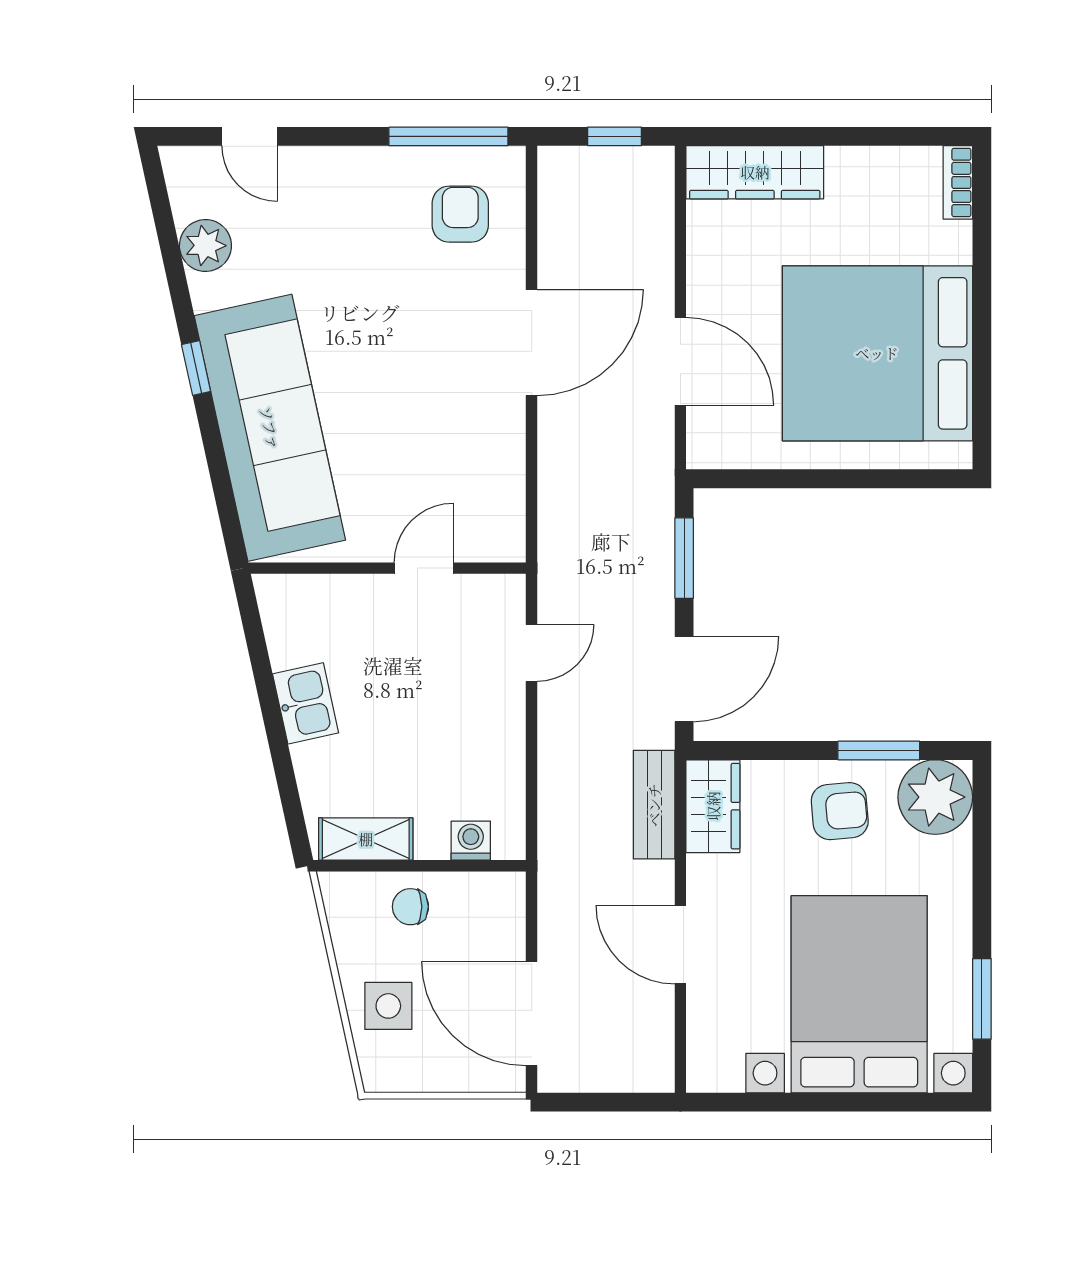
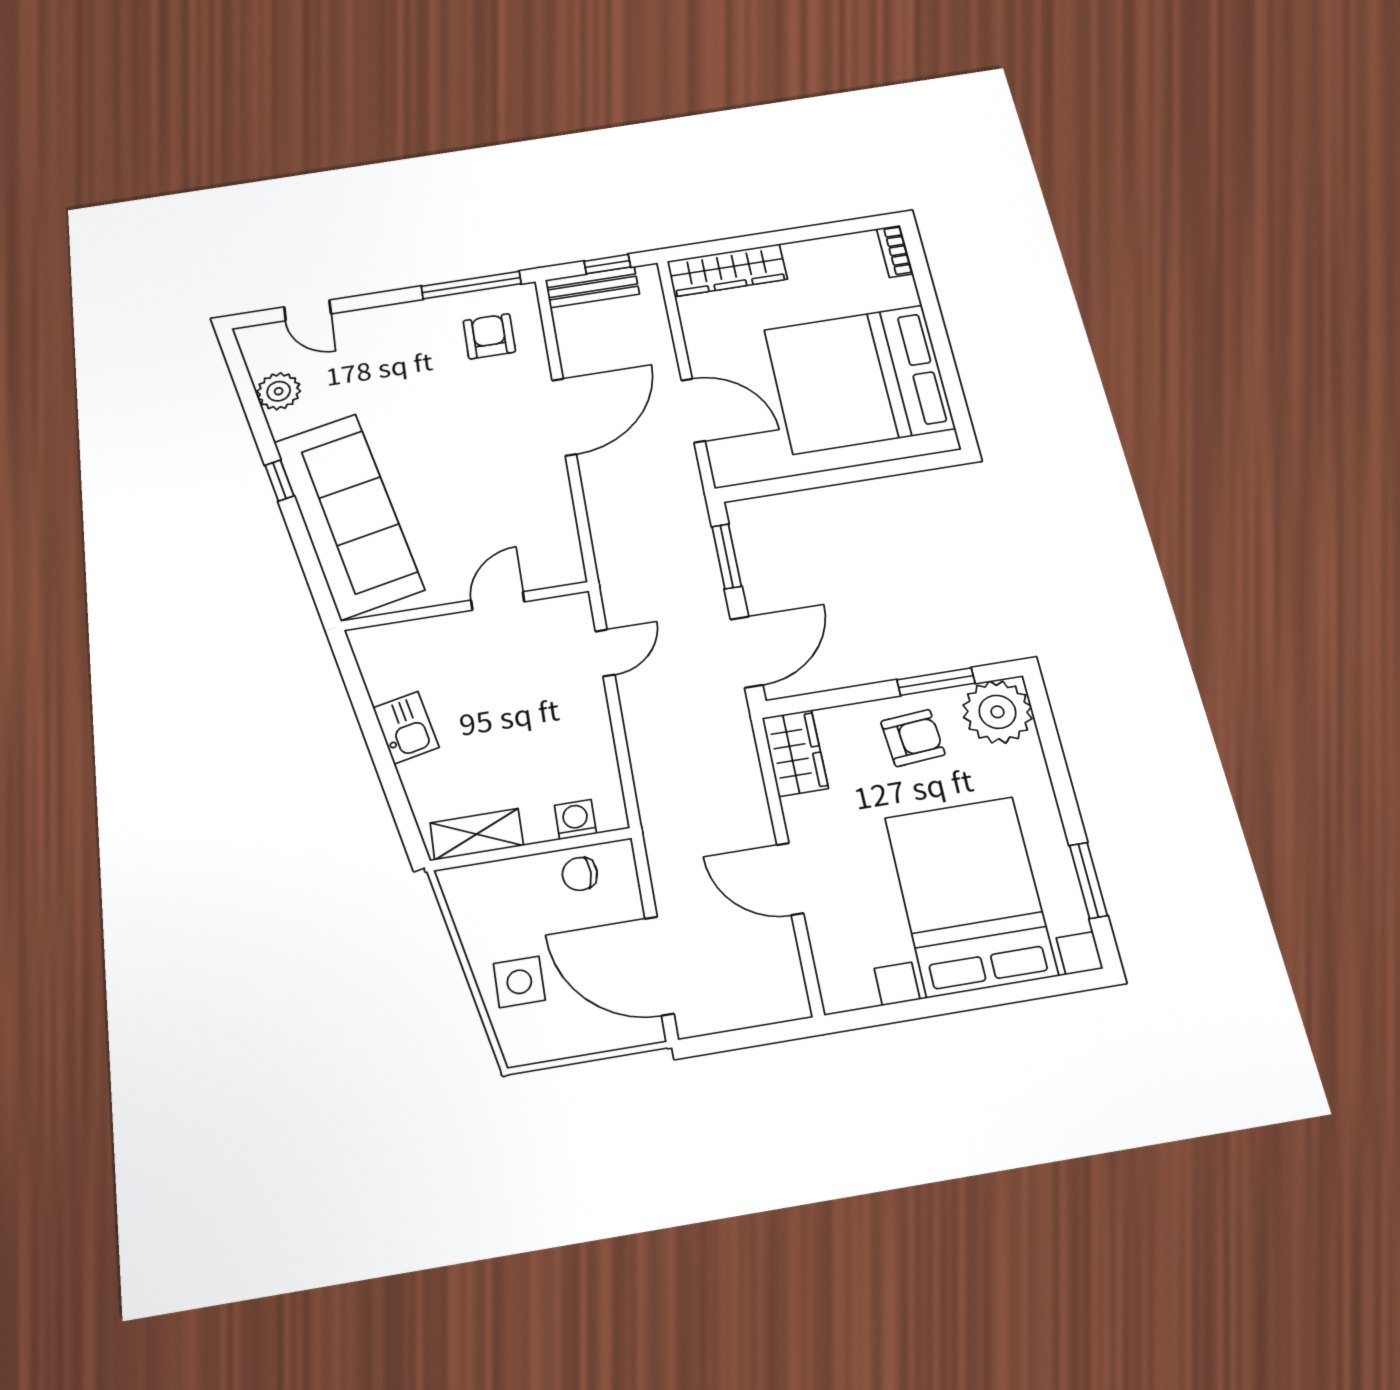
bench: (654, 805) -> (592, 287), moved, turned 90
chair: (410, 907) -> (580, 874), moved

